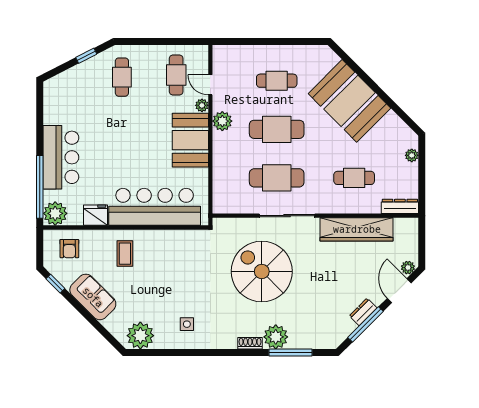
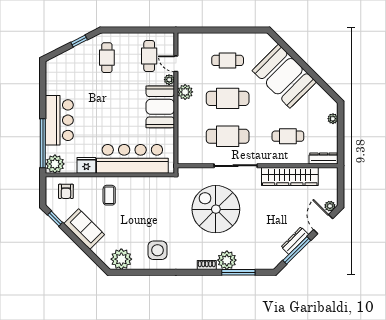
dresser: (363, 312) -> (295, 241), width x1.44
side table: (187, 324) -> (158, 250), width x1.87, depth x1.87

